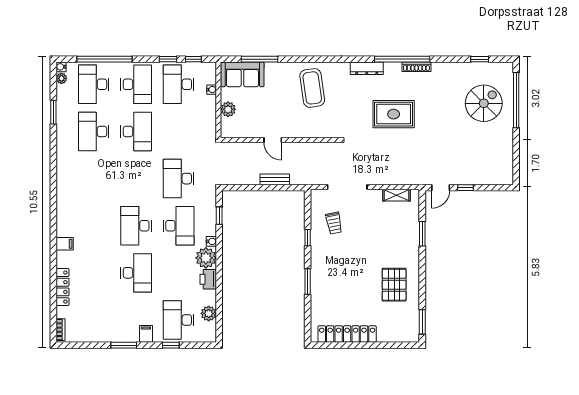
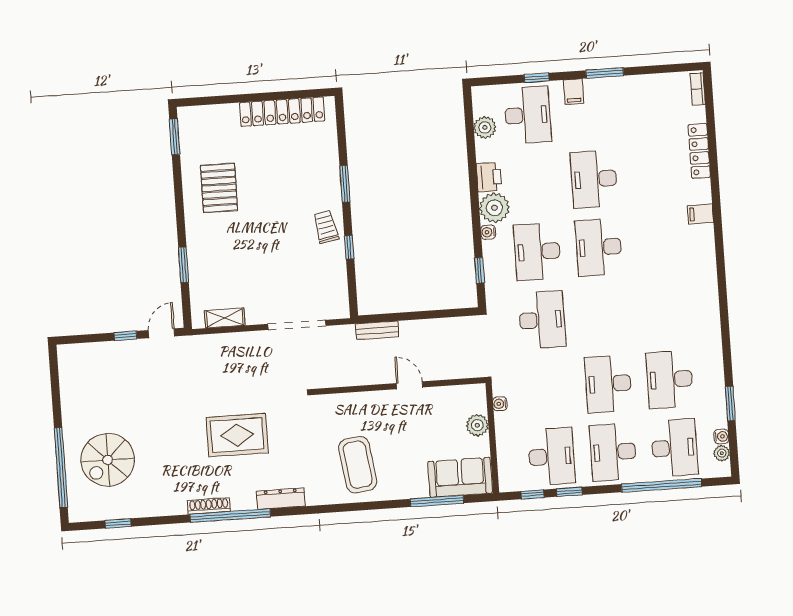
water cooler: (61, 67) -> (721, 436), moved
water cooler: (212, 90) -> (500, 404), moved
desk: (94, 131) -> (670, 380), turned 180
bench: (275, 179) -> (377, 330), moved
trolley: (334, 223) -> (326, 227), moved
desk: (136, 226) -> (599, 247), turned 180

